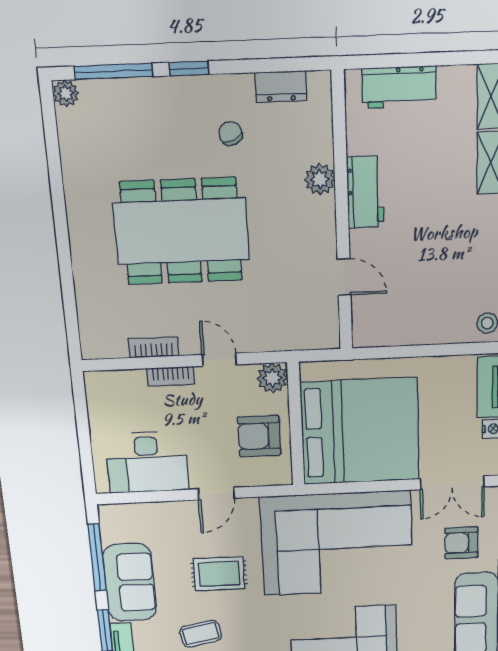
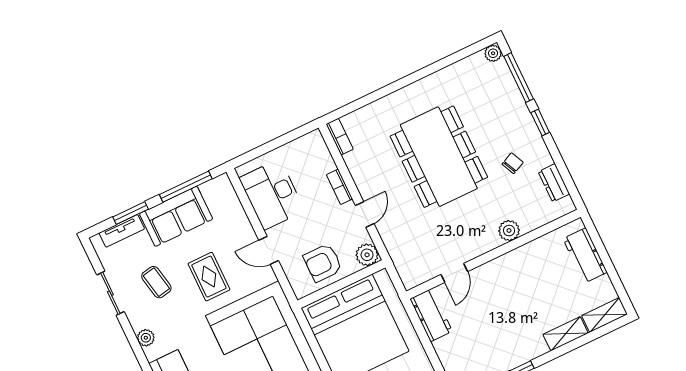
workbench: (365, 192) -> (431, 315), moved, turned -90
bookcase: (153, 347) -> (340, 137), moved
armchair: (259, 436) -> (323, 263), turned -90

